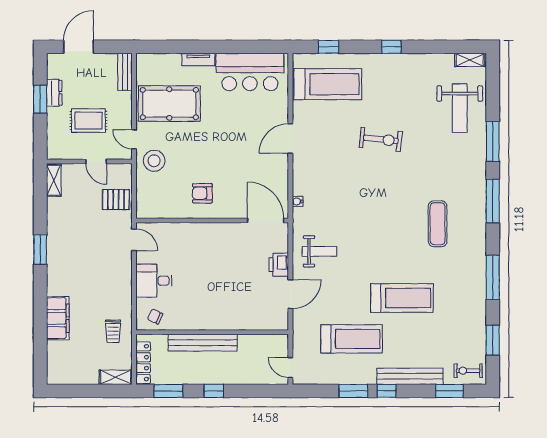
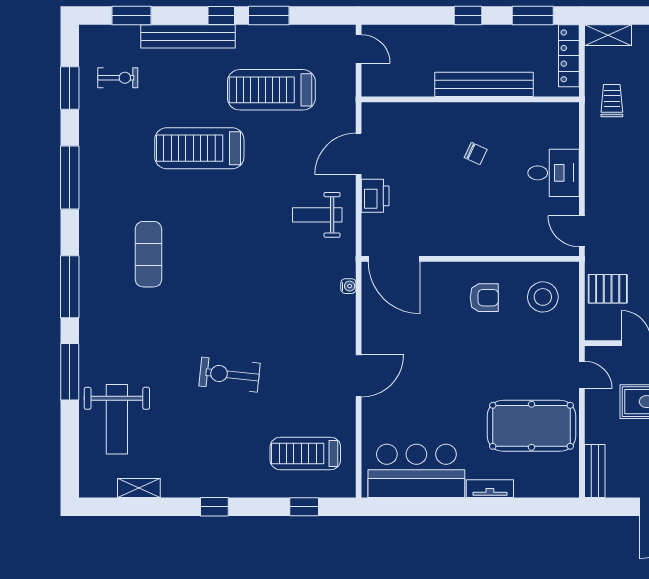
shelving: (470, 60) -> (139, 488), moved
treadmill: (328, 84) -> (305, 453), width x0.73, depth x0.73
weight bench: (460, 108) -> (117, 419), turned 180
stool: (154, 161) -> (543, 297), moved
chair: (155, 317) -> (476, 153), moved
exercise bike: (468, 371) -> (118, 78), moved

